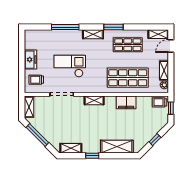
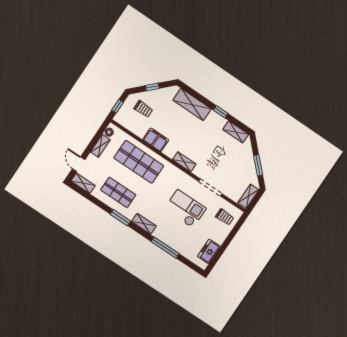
door: (171, 46) -> (79, 164), swing flipped
freezer: (30, 60) -> (209, 251), moved
checkout: (70, 66) -> (185, 209), turned 180
trolley: (159, 102) -> (143, 109), moved
window: (37, 135) -> (258, 165), width x0.69

